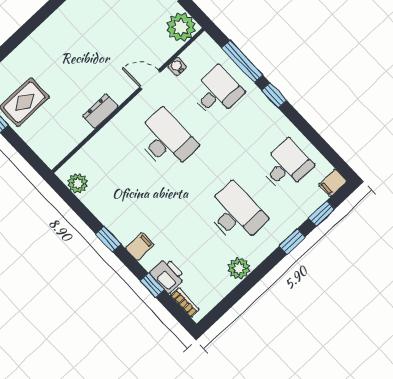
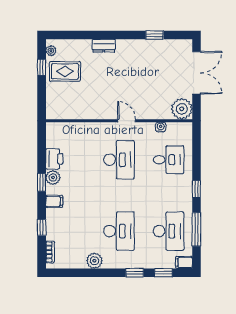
window: (242, 62) -> (196, 229), moved
door: (150, 80) -> (126, 121), moved
dresser: (100, 111) -> (104, 46), moved, turned 180
desk: (286, 166) -> (169, 231), width x1.37
plant: (78, 183) -> (53, 178), moved
printer: (168, 276) -> (54, 159), moved

